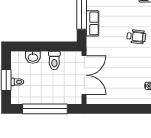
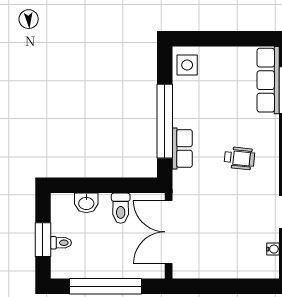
wheelchair: (136, 37) -> (239, 158), moved
double door: (84, 75) -> (169, 232), swing flipped

